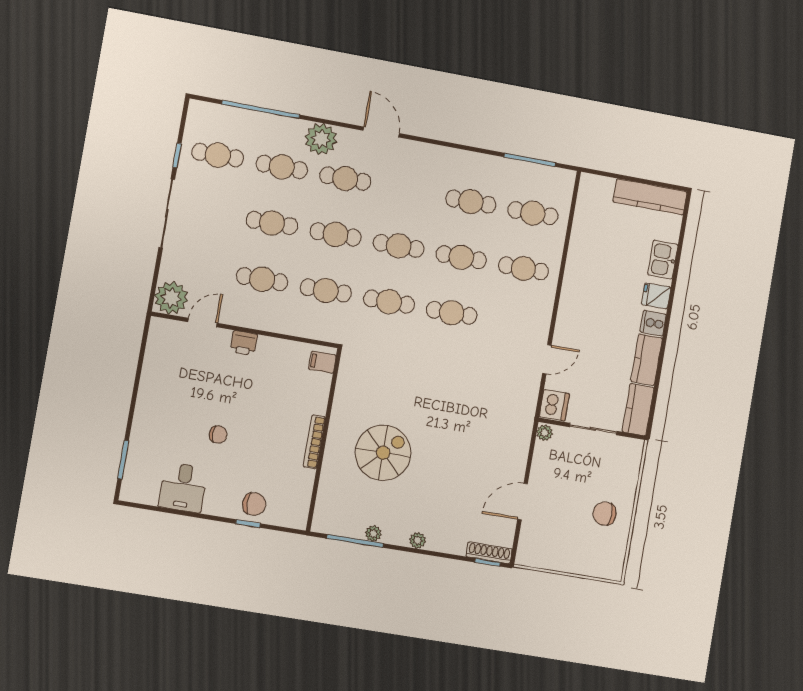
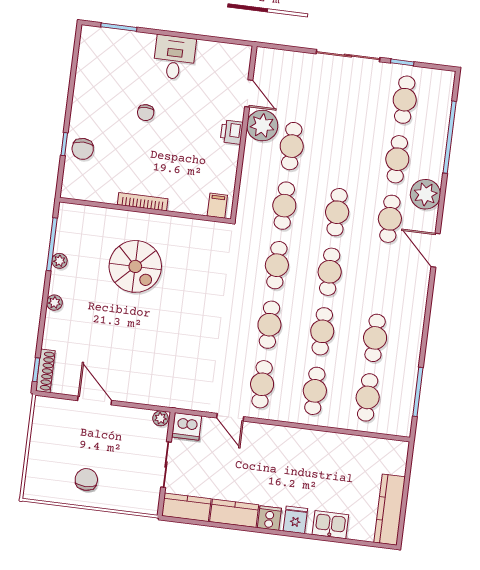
door: (381, 132) -> (436, 250), swing flipped
cafe table: (272, 223) -> (262, 384), moved
plant: (171, 298) -> (262, 126), moved
desk: (183, 488) -> (174, 57), moved, turned 90

